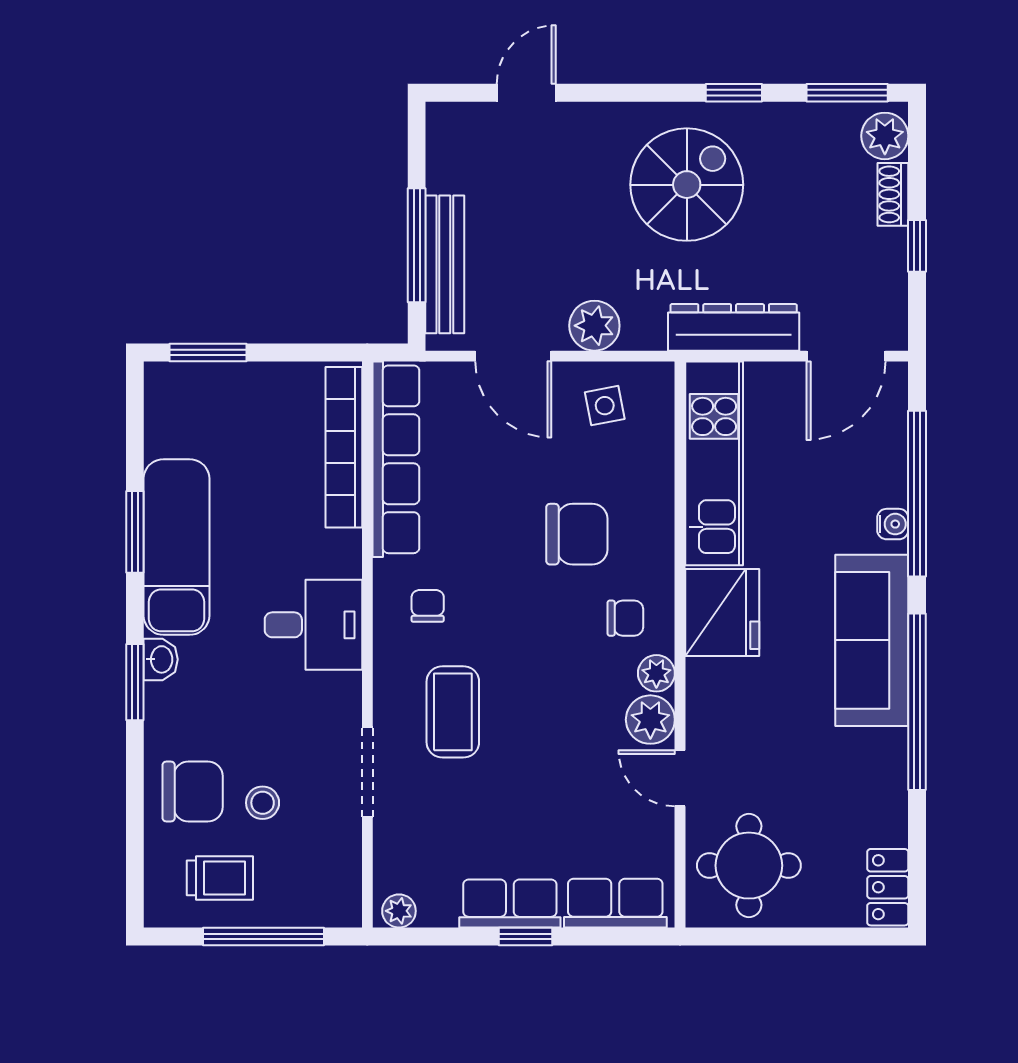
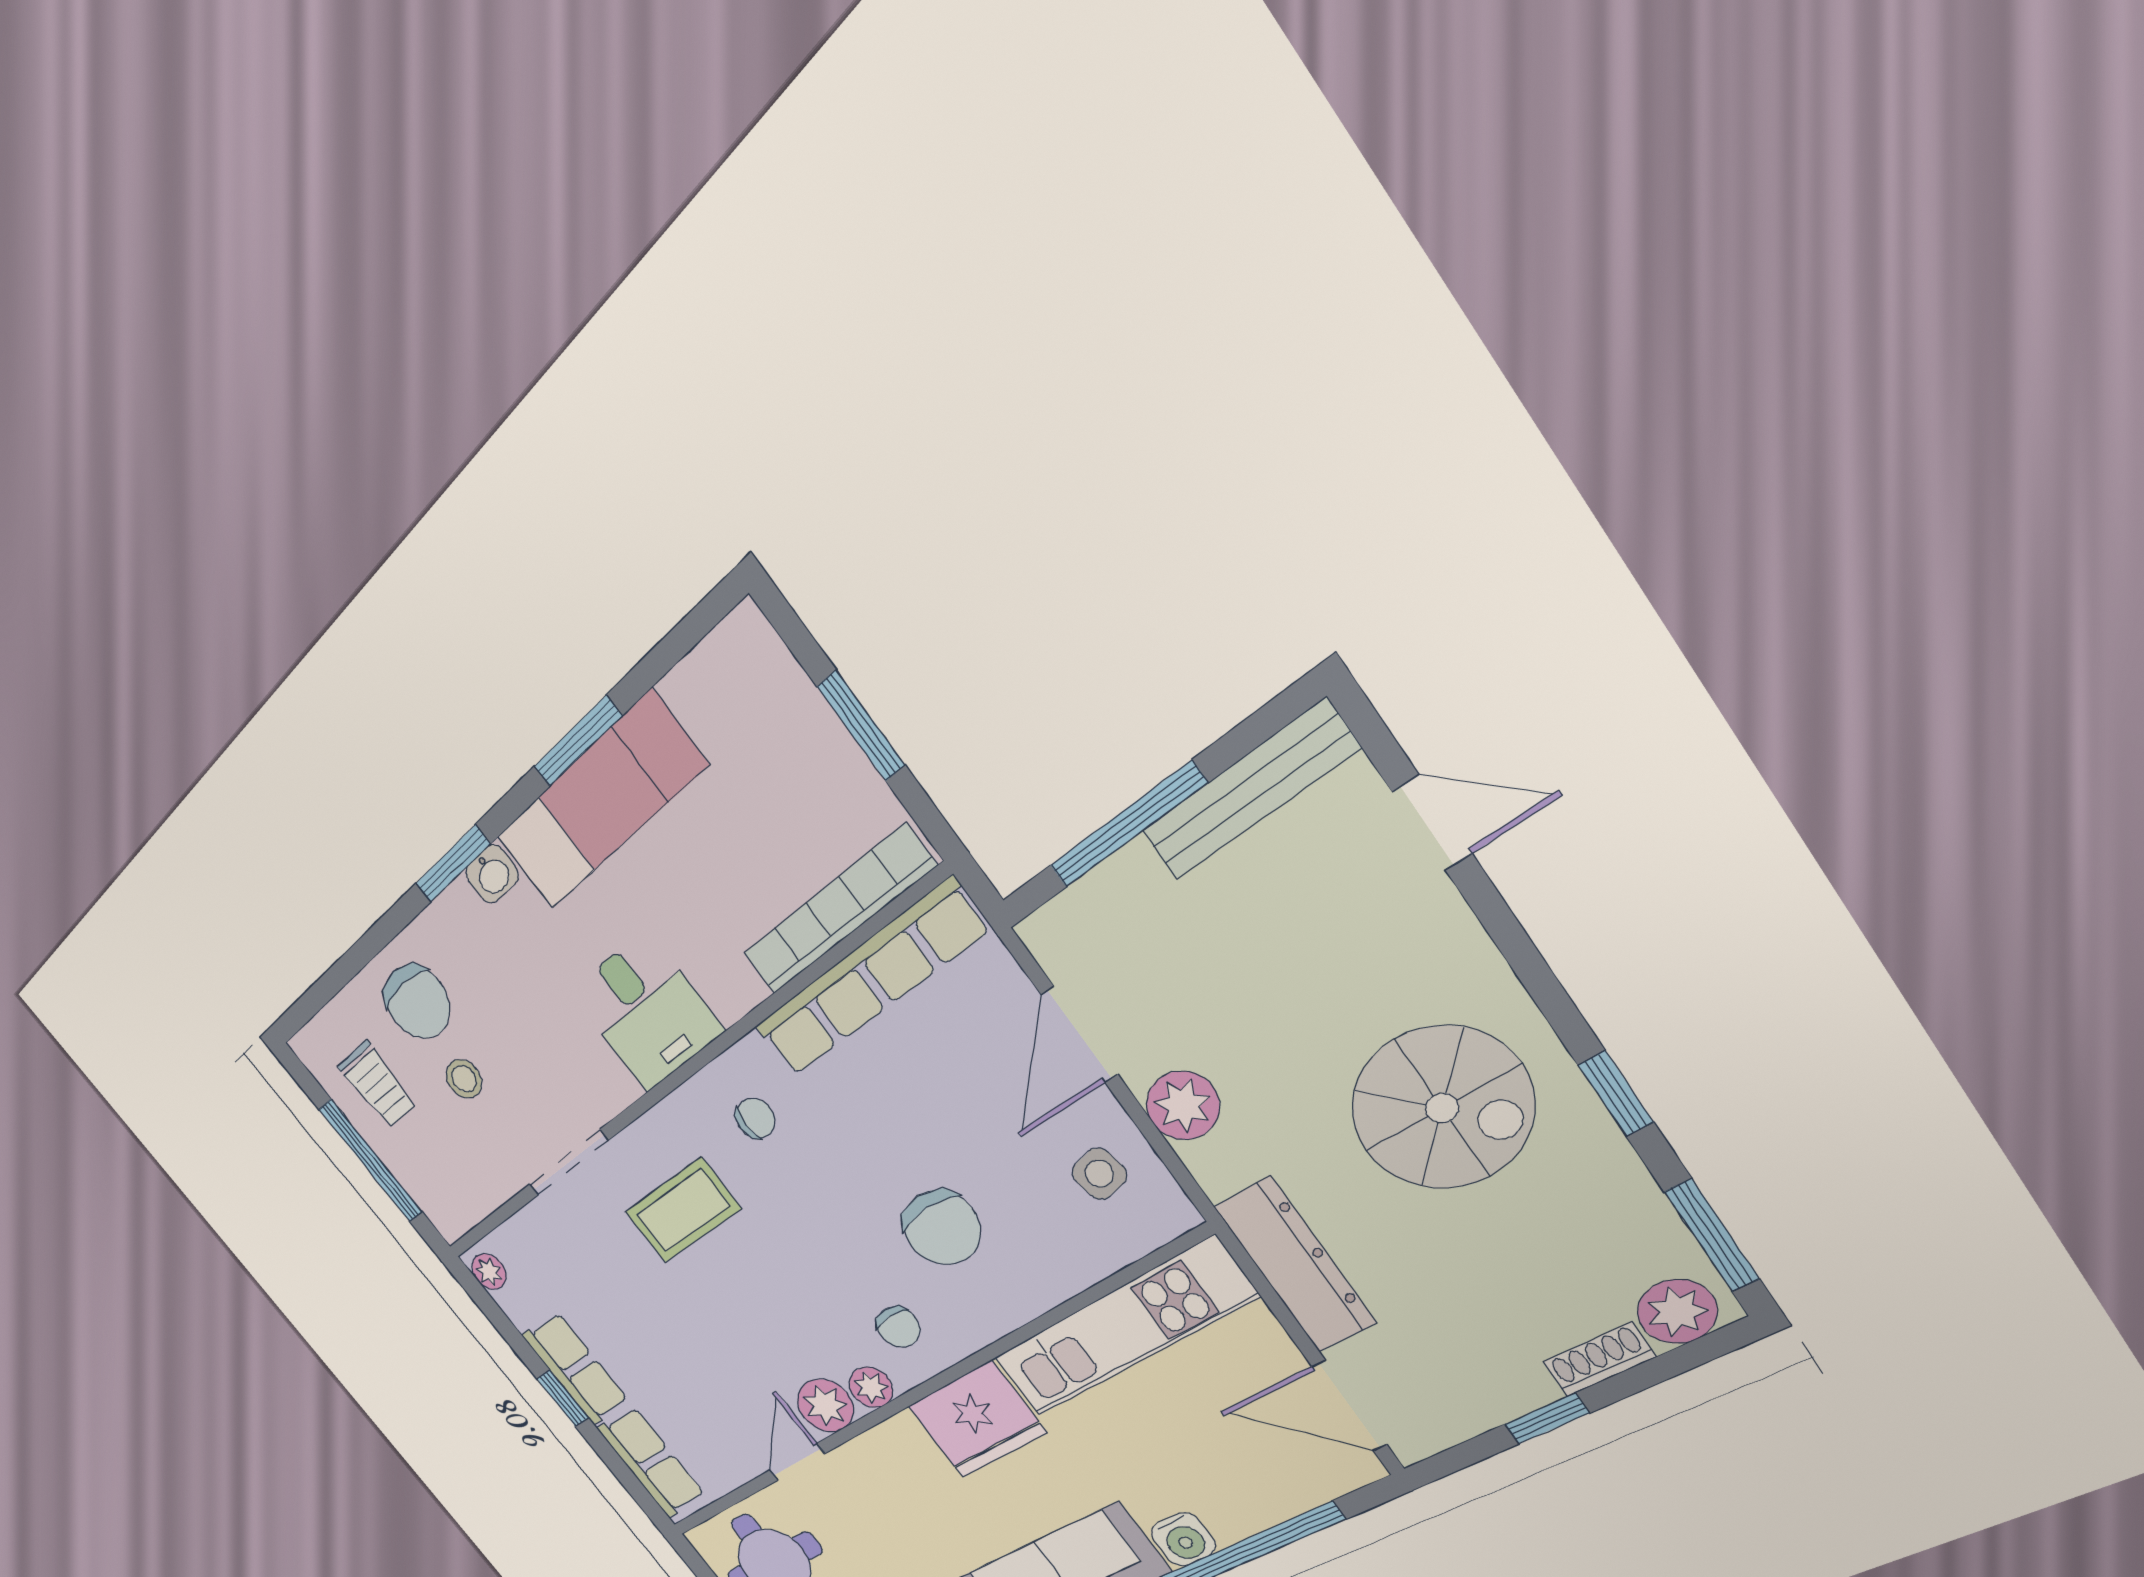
bench: (445, 264) -> (1249, 791), moved
window: (208, 353) -> (861, 726), moved
water cooler: (893, 524) -> (1183, 1539), width x1.38, depth x1.38

